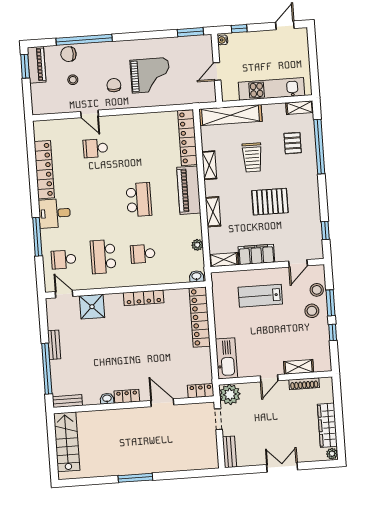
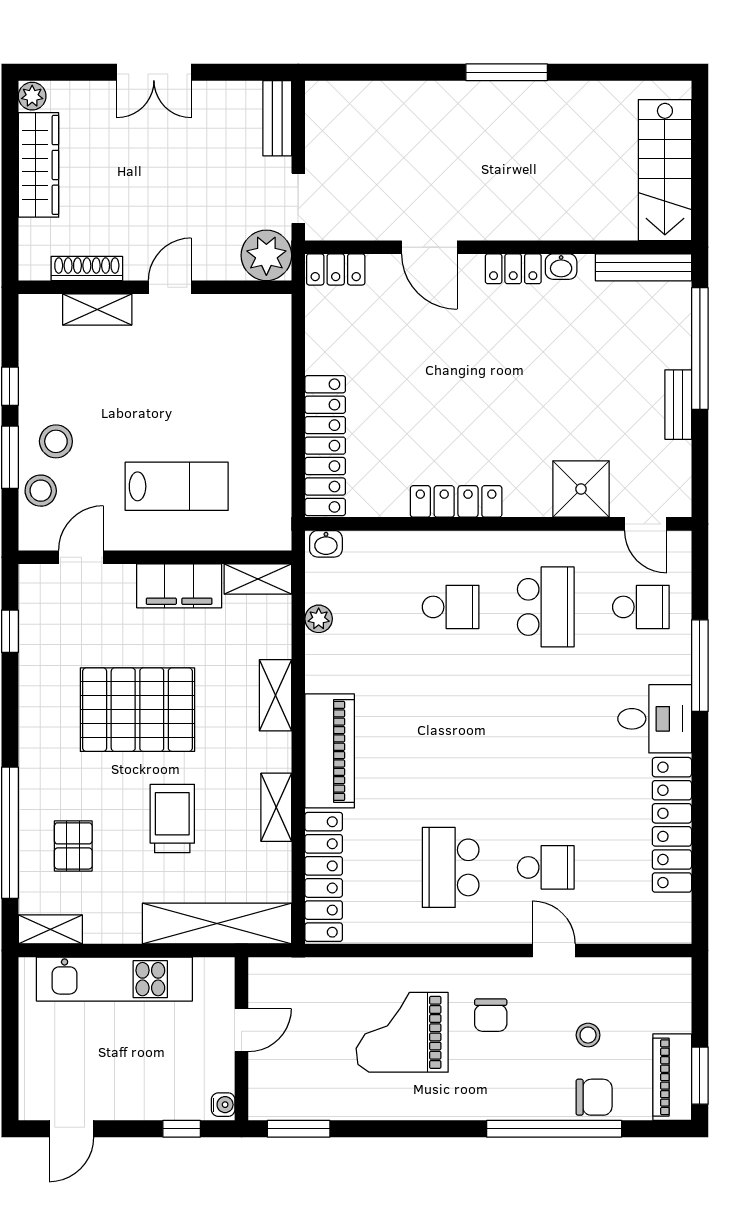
school desk: (139, 200) -> (451, 867), moved
pallet: (270, 202) -> (137, 710), width x1.37, depth x1.41
kitchen sink: (226, 358) -> (268, 342), removed
bench: (67, 401) -> (643, 267), width x1.36

